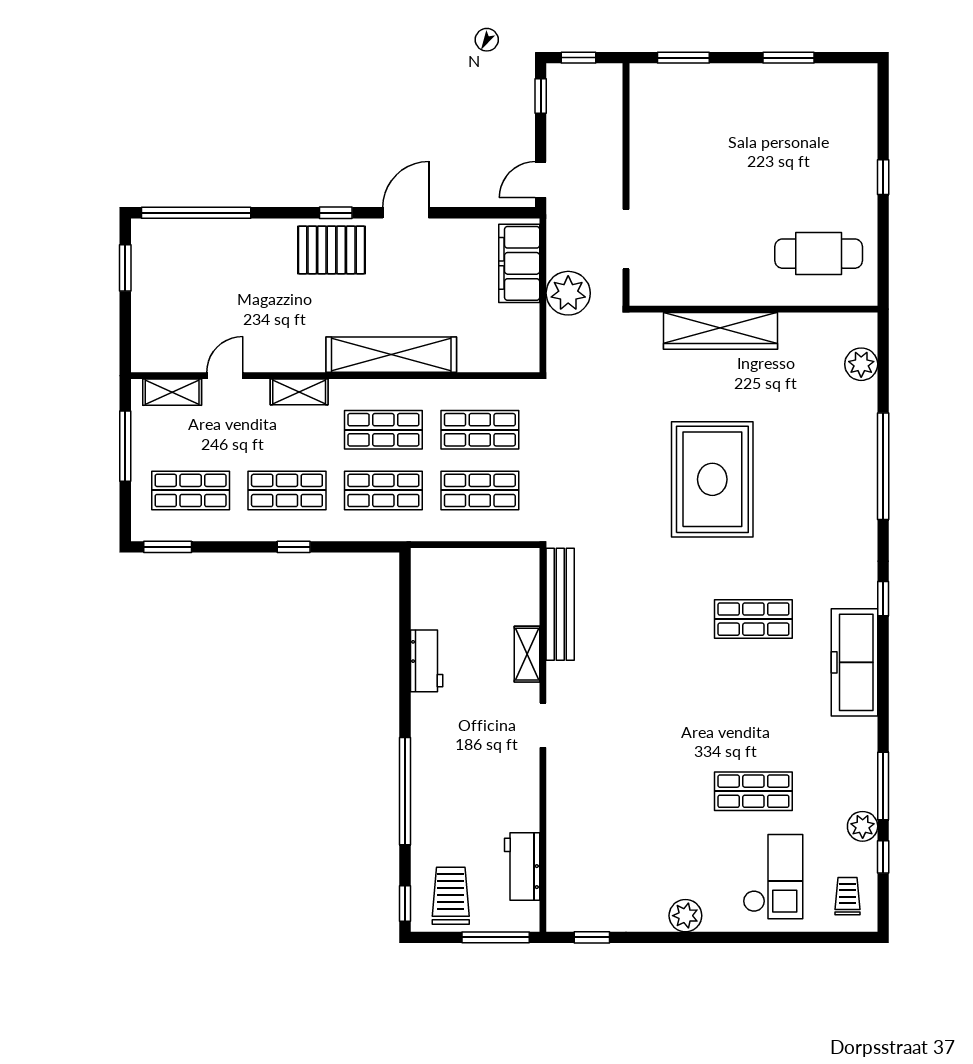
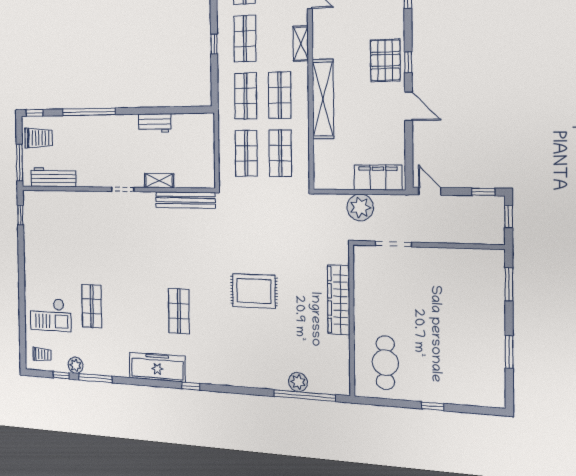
plant: (861, 364) -> (298, 382), moved
window: (883, 466) -> (304, 396), moved
rug: (712, 479) -> (254, 291), width x0.73, depth x0.69
workbench: (522, 866) -> (53, 177), width x1.38
plant: (685, 916) -> (31, 266), removed

